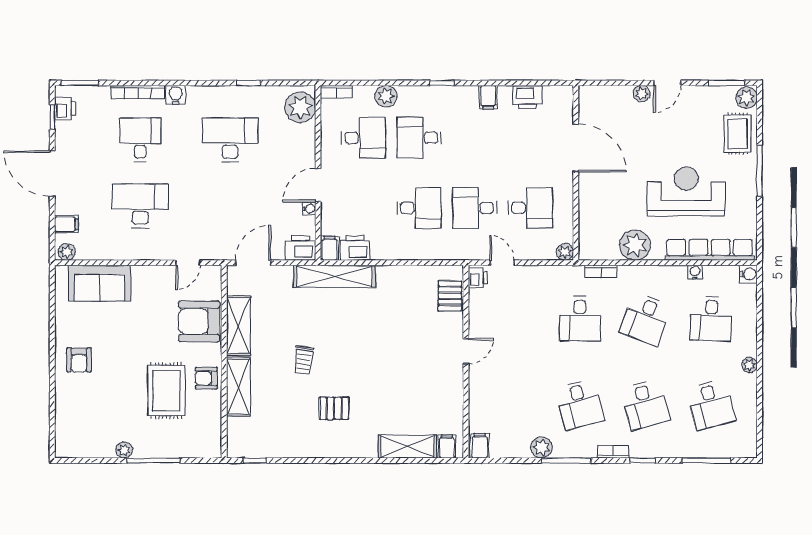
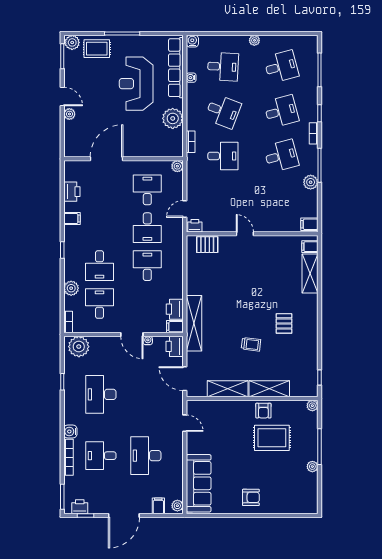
sofa: (100, 283) -> (199, 483), width x1.36
armchair: (199, 321) -> (225, 415), removed
plant: (214, 450) -> (312, 406), added

